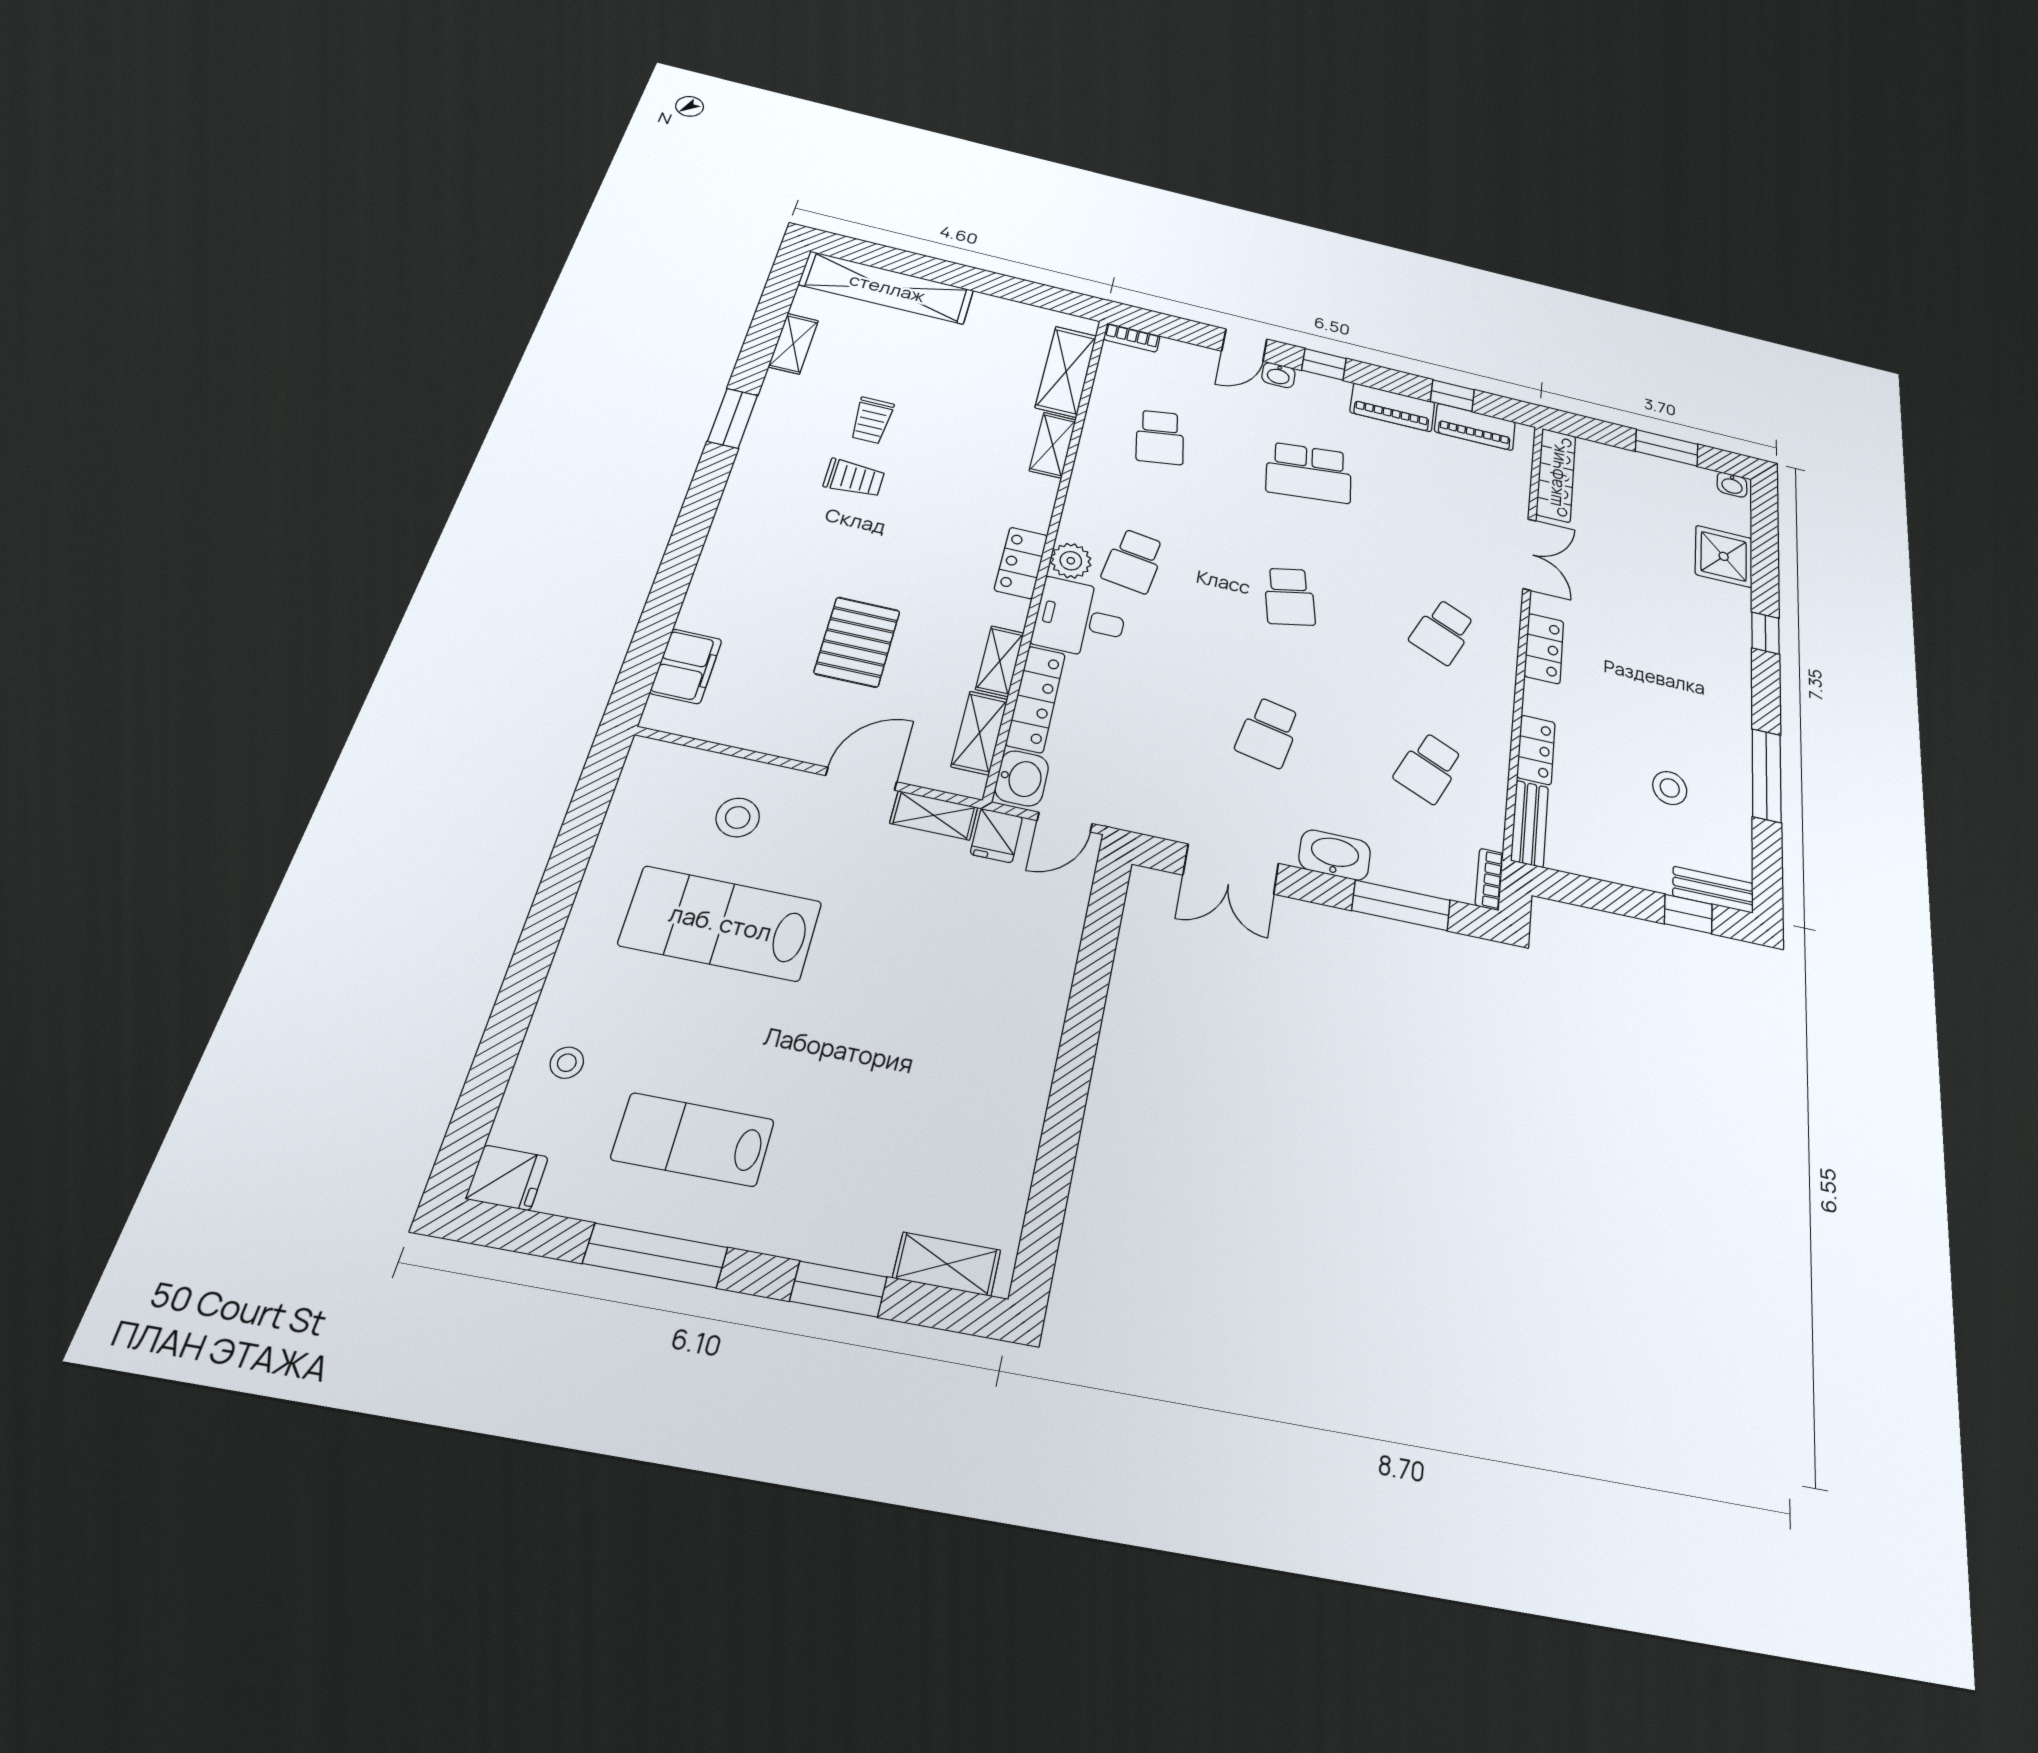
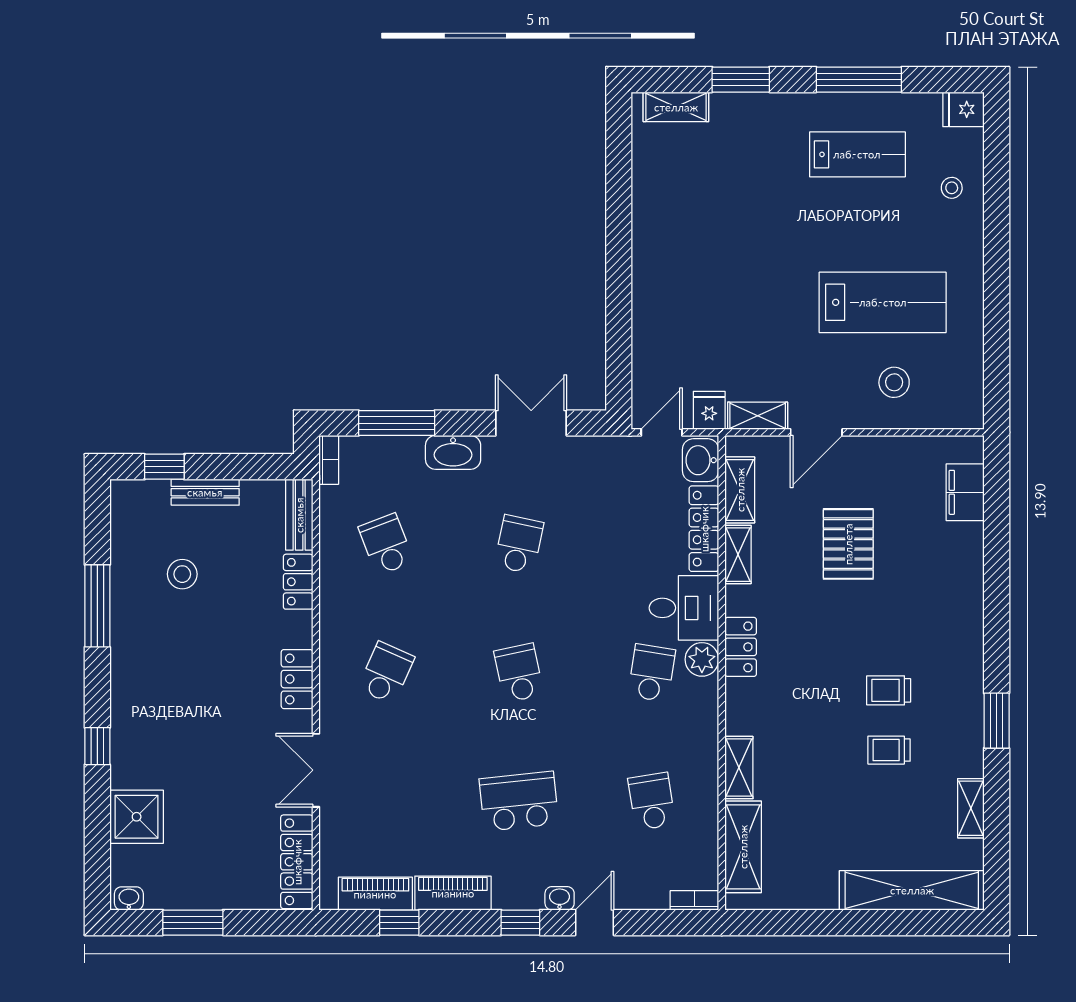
trolley: (872, 420) -> (889, 750), turned -90
school desk: (1429, 768) -> (386, 544), turned -45
bench: (1713, 890) -> (205, 492), moved

